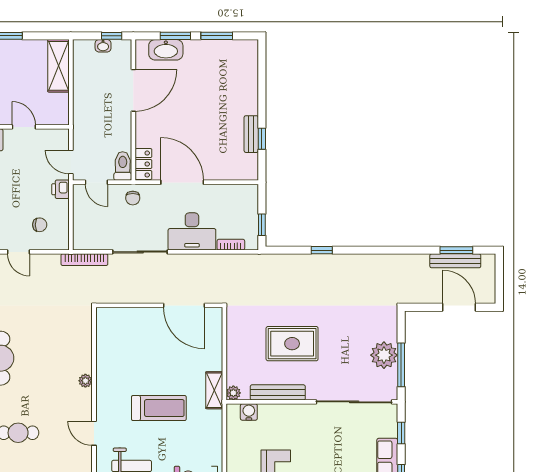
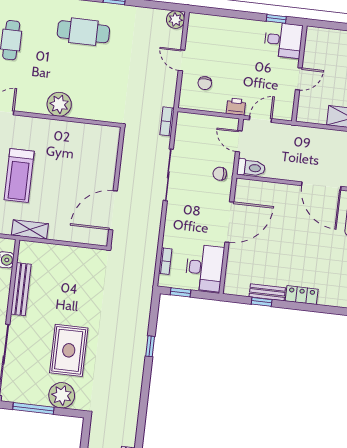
locker: (143, 164) -> (302, 295), moved, turned 180
door: (96, 182) -> (239, 141), hinge flipped
desk: (192, 231) -> (204, 268), moved, turned 180
door: (19, 252) -> (182, 60), hinge flipped
bookcase: (84, 260) -> (167, 121), width x0.64
rug: (292, 344) -> (69, 350), moved
plant: (384, 355) -> (62, 395), moved
plant: (85, 381) -> (59, 104), width x1.88, depth x1.88
plant: (233, 393) -> (25, 247), removed

